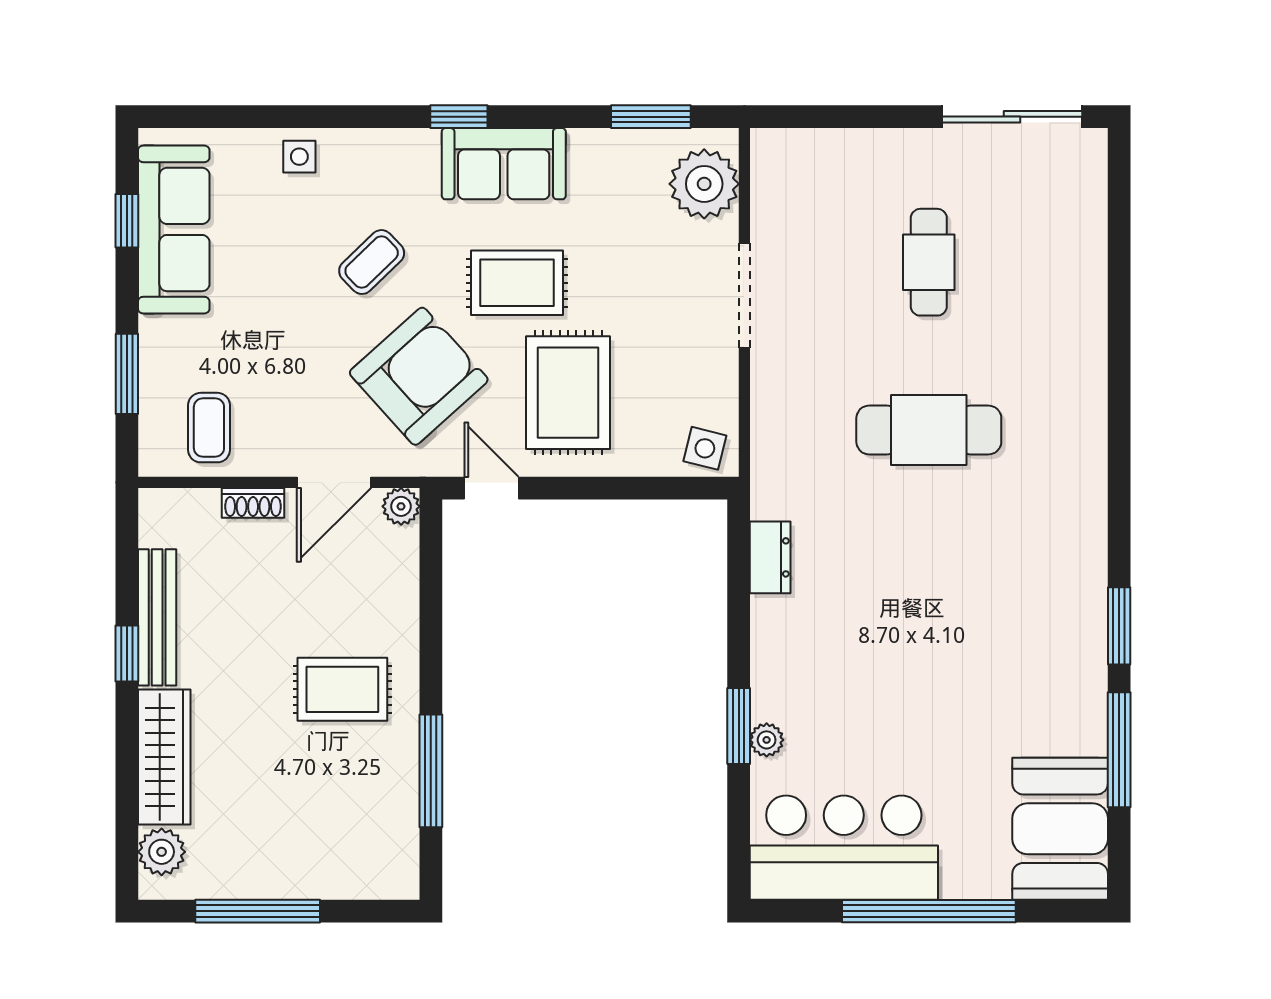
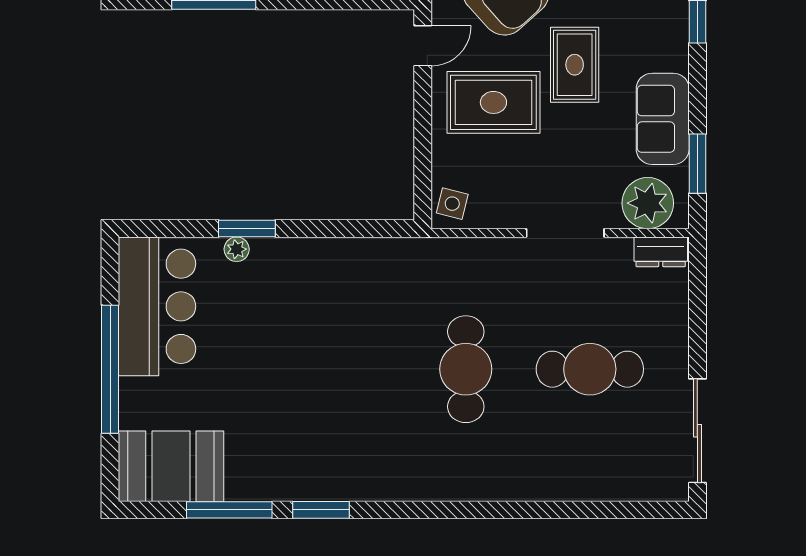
sofa: (504, 164) -> (663, 119), moved
cafe table: (929, 262) -> (590, 369), width x1.37, depth x1.35
dresser: (770, 557) -> (661, 252), moved

